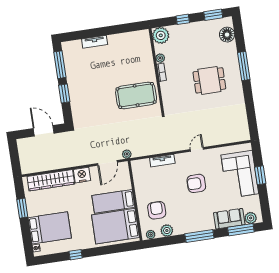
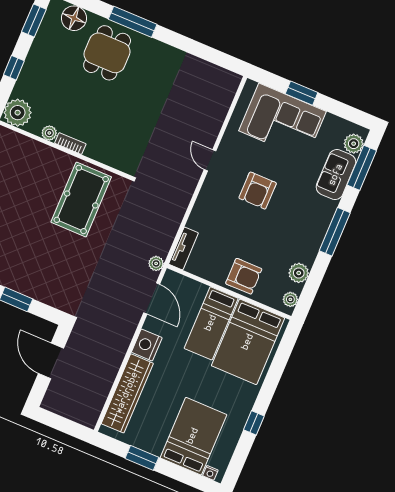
dining table: (209, 80) -> (107, 53), moved
door: (44, 131) -> (51, 361), hinge flipped
tv unit: (162, 161) -> (183, 248), moved
armchair: (157, 210) -> (244, 276), moved, turned 180

